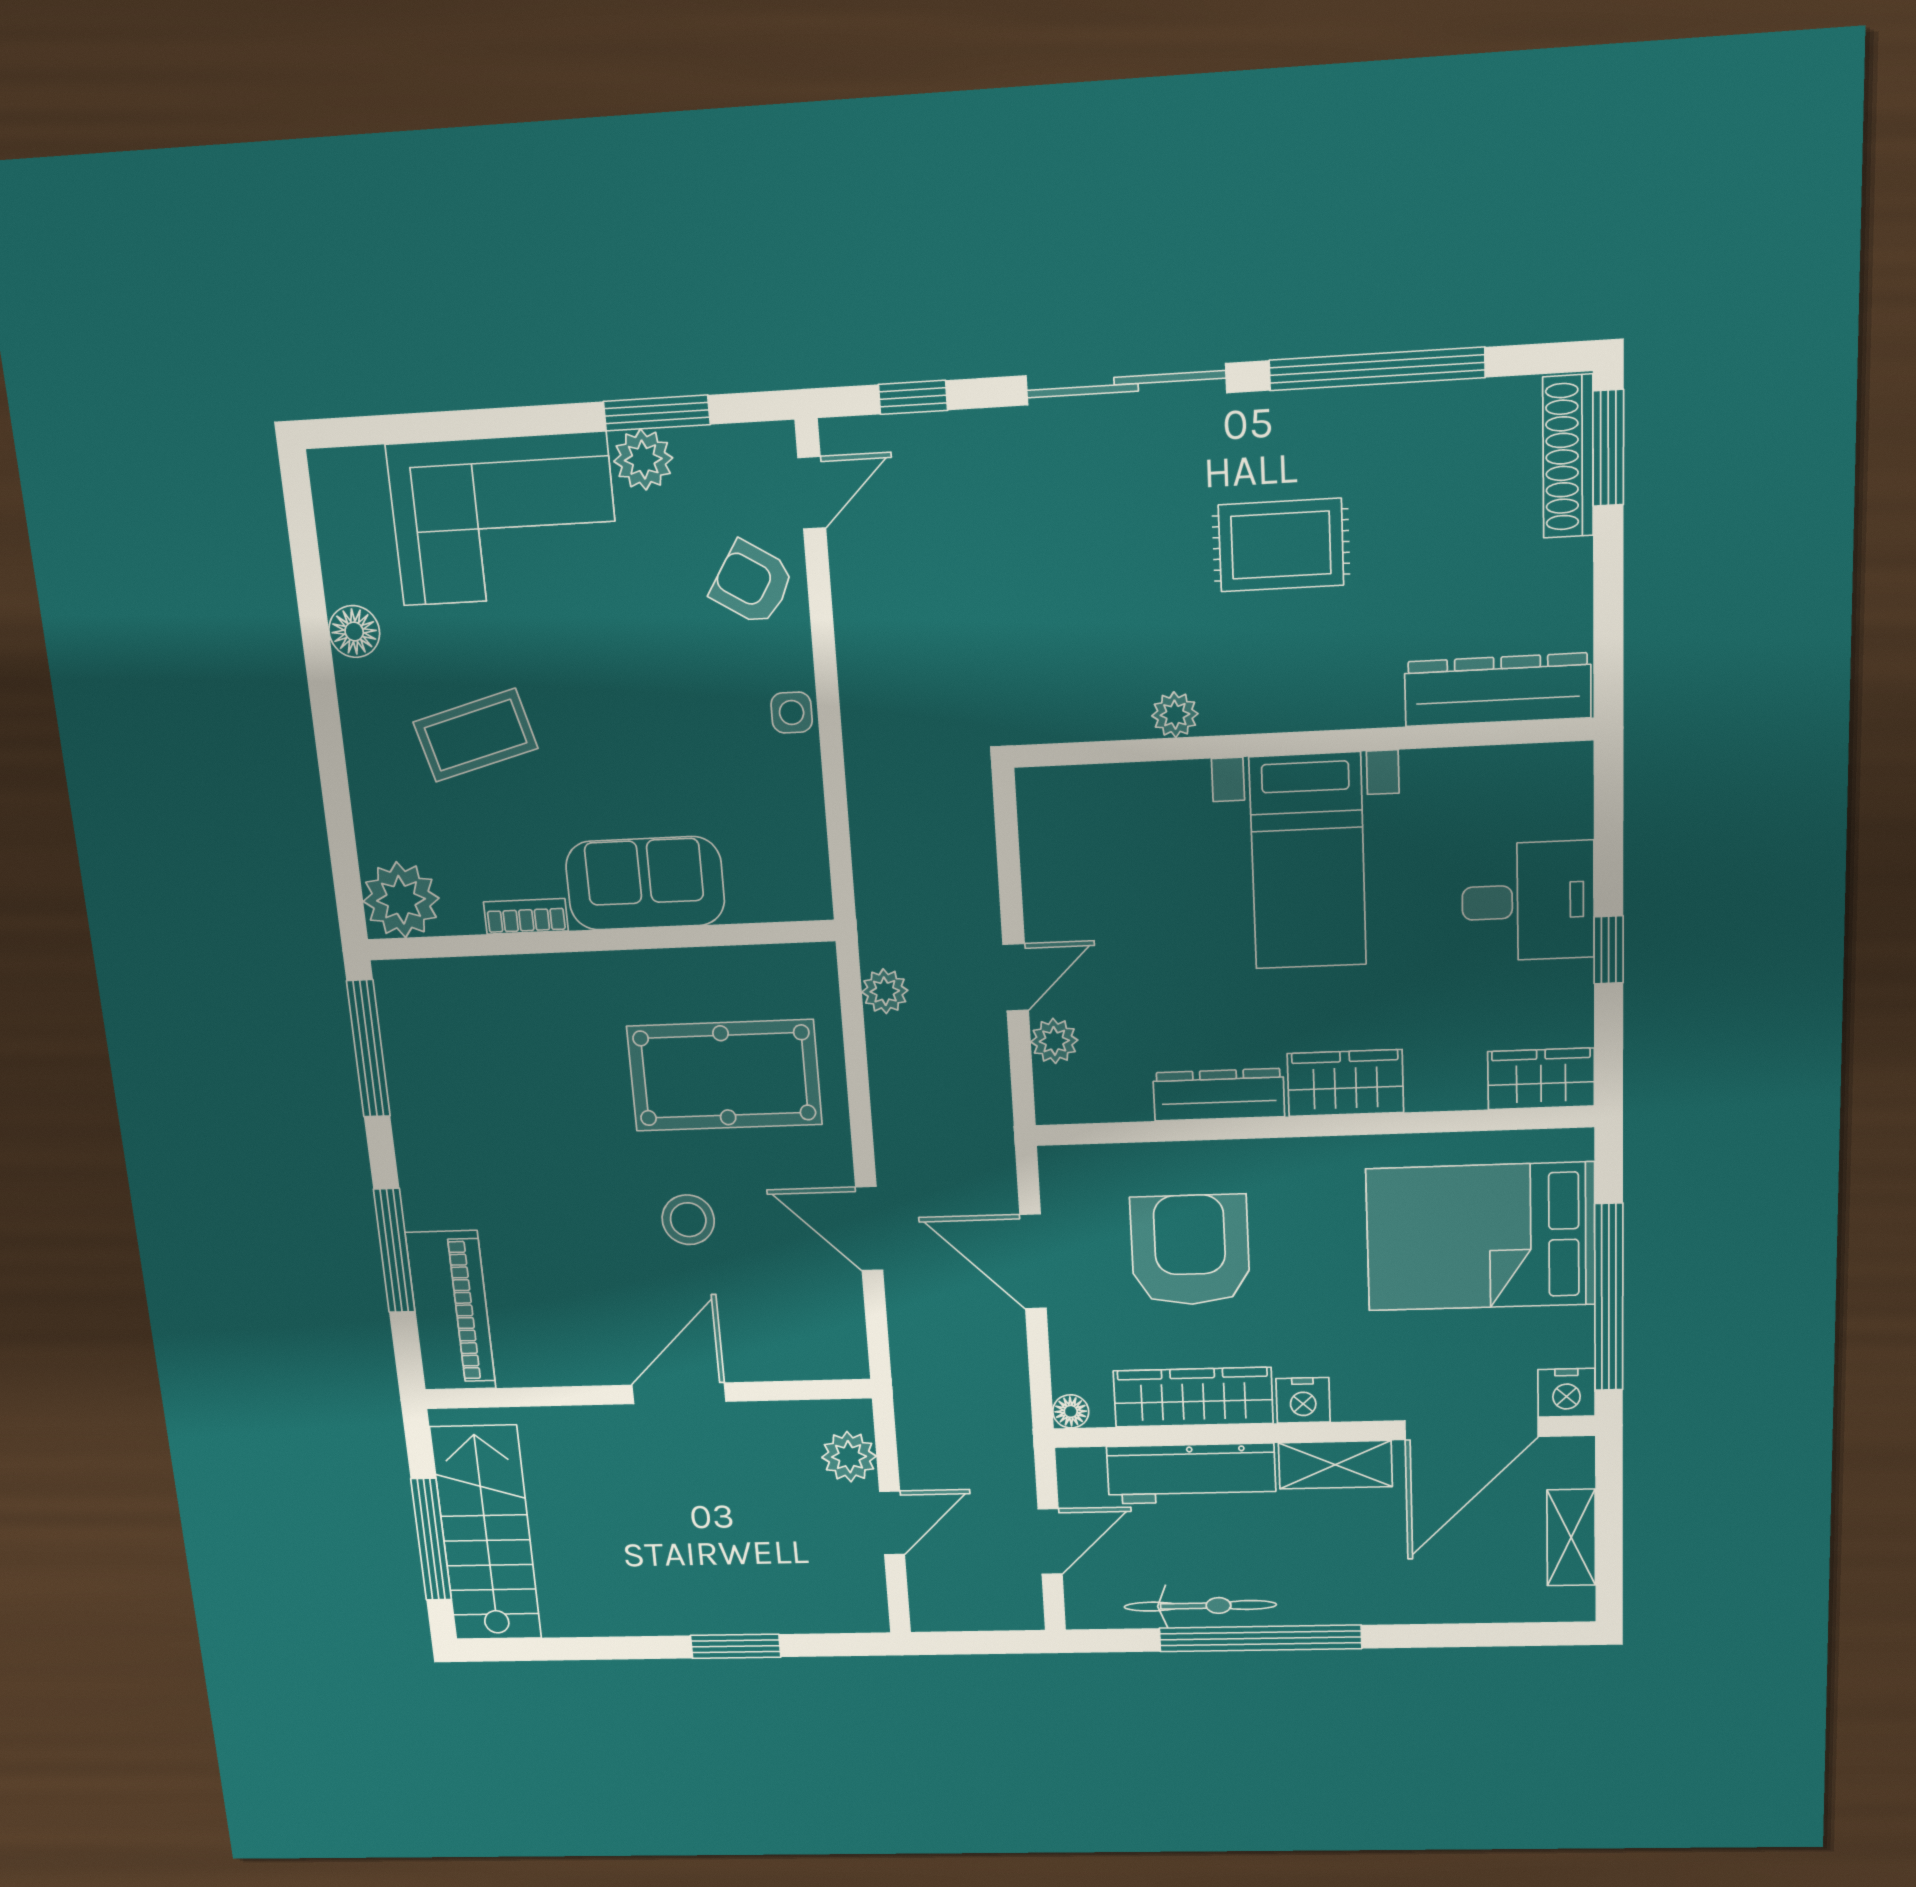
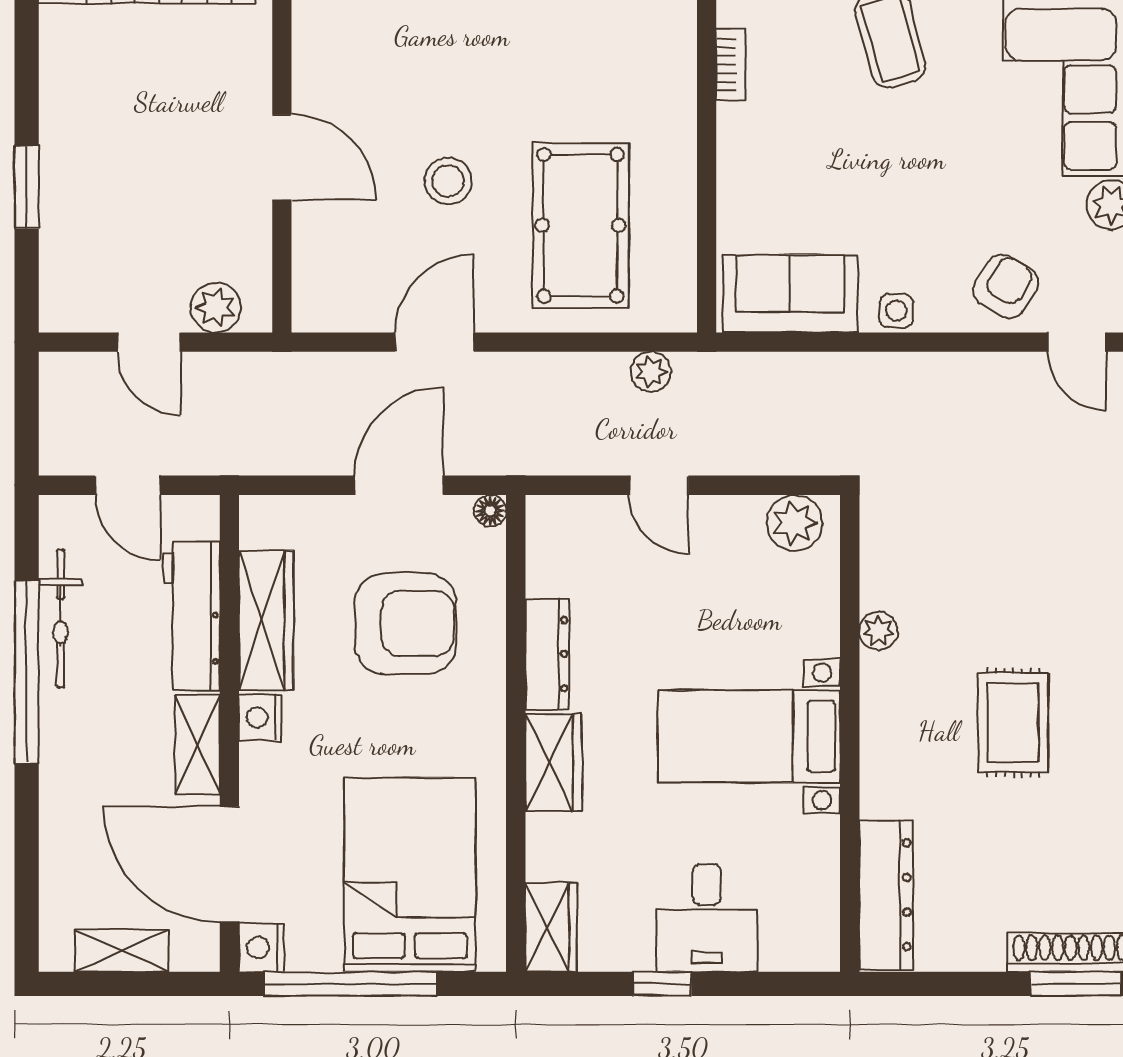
sofa: (645, 883) -> (790, 294), moved, turned -90
plant: (1054, 1041) -> (794, 523), moved, width x1.38, depth x1.38
floor lamp: (1071, 1411) -> (490, 511), moved

